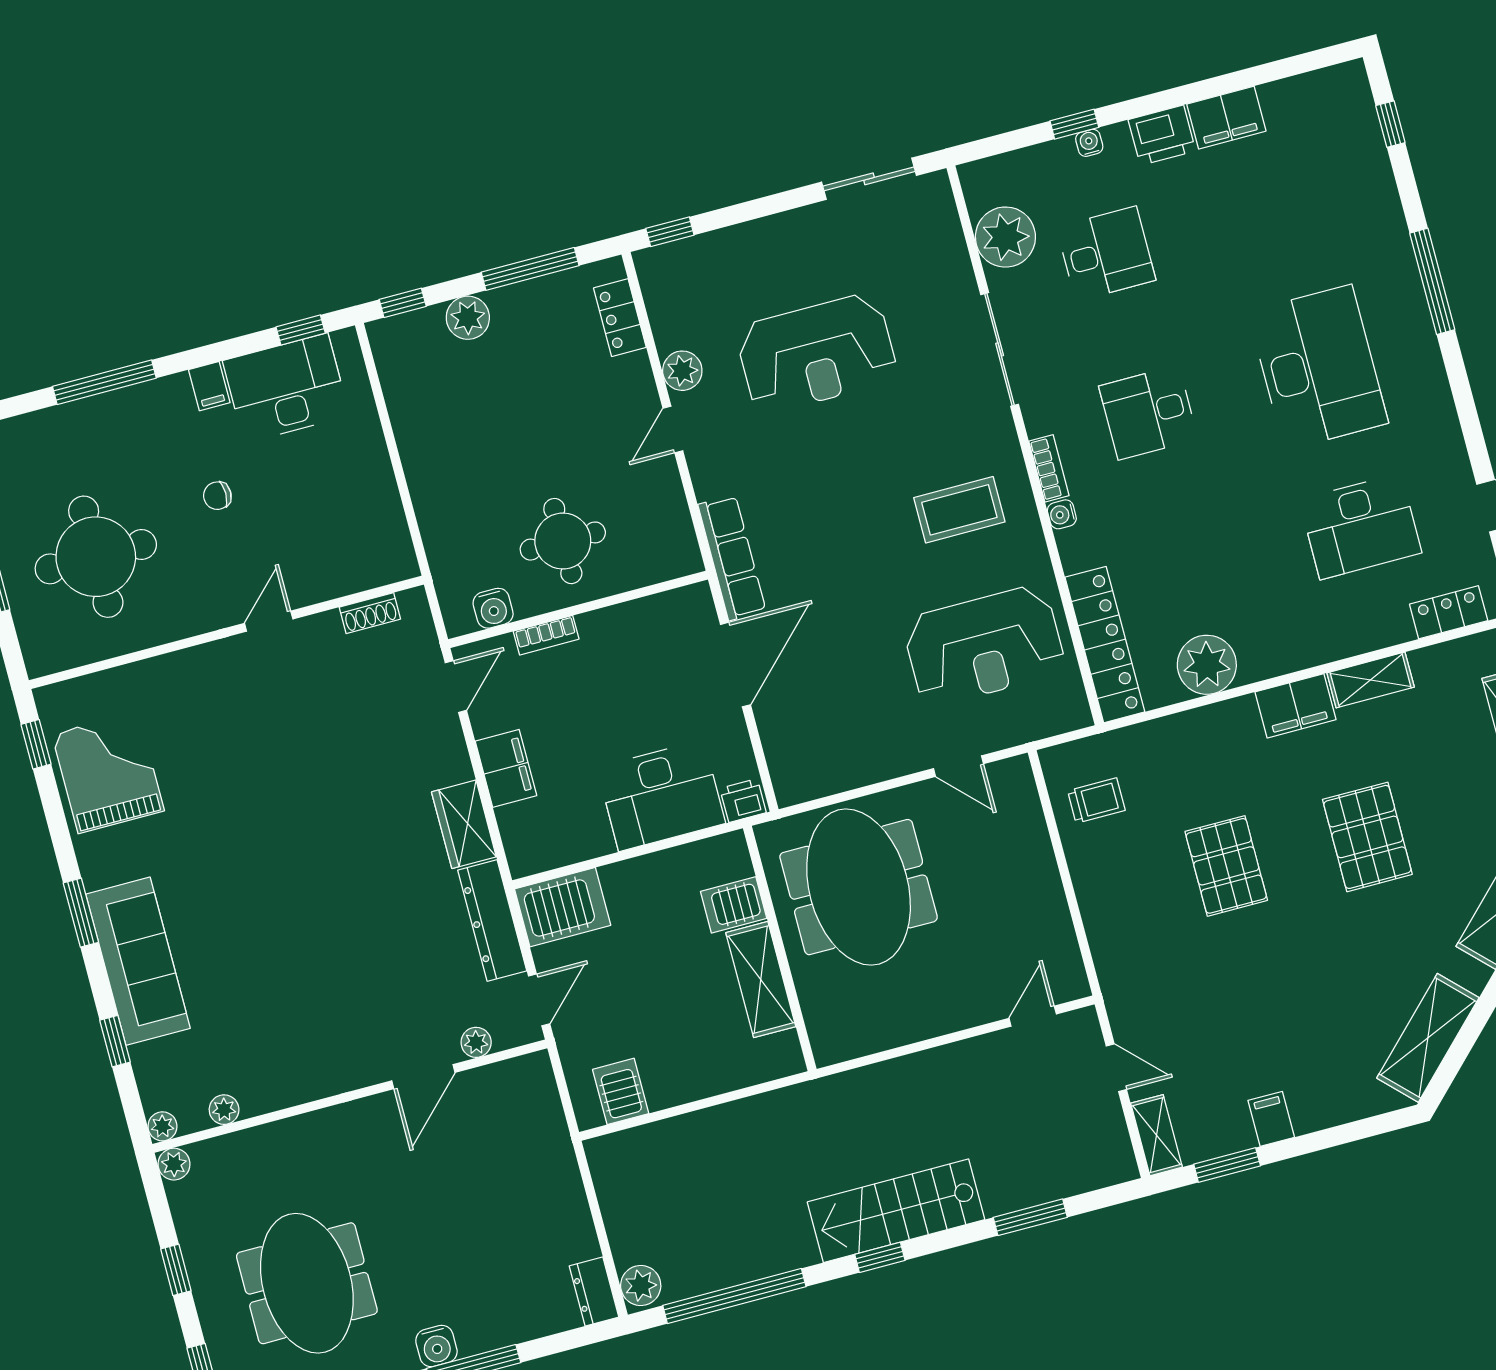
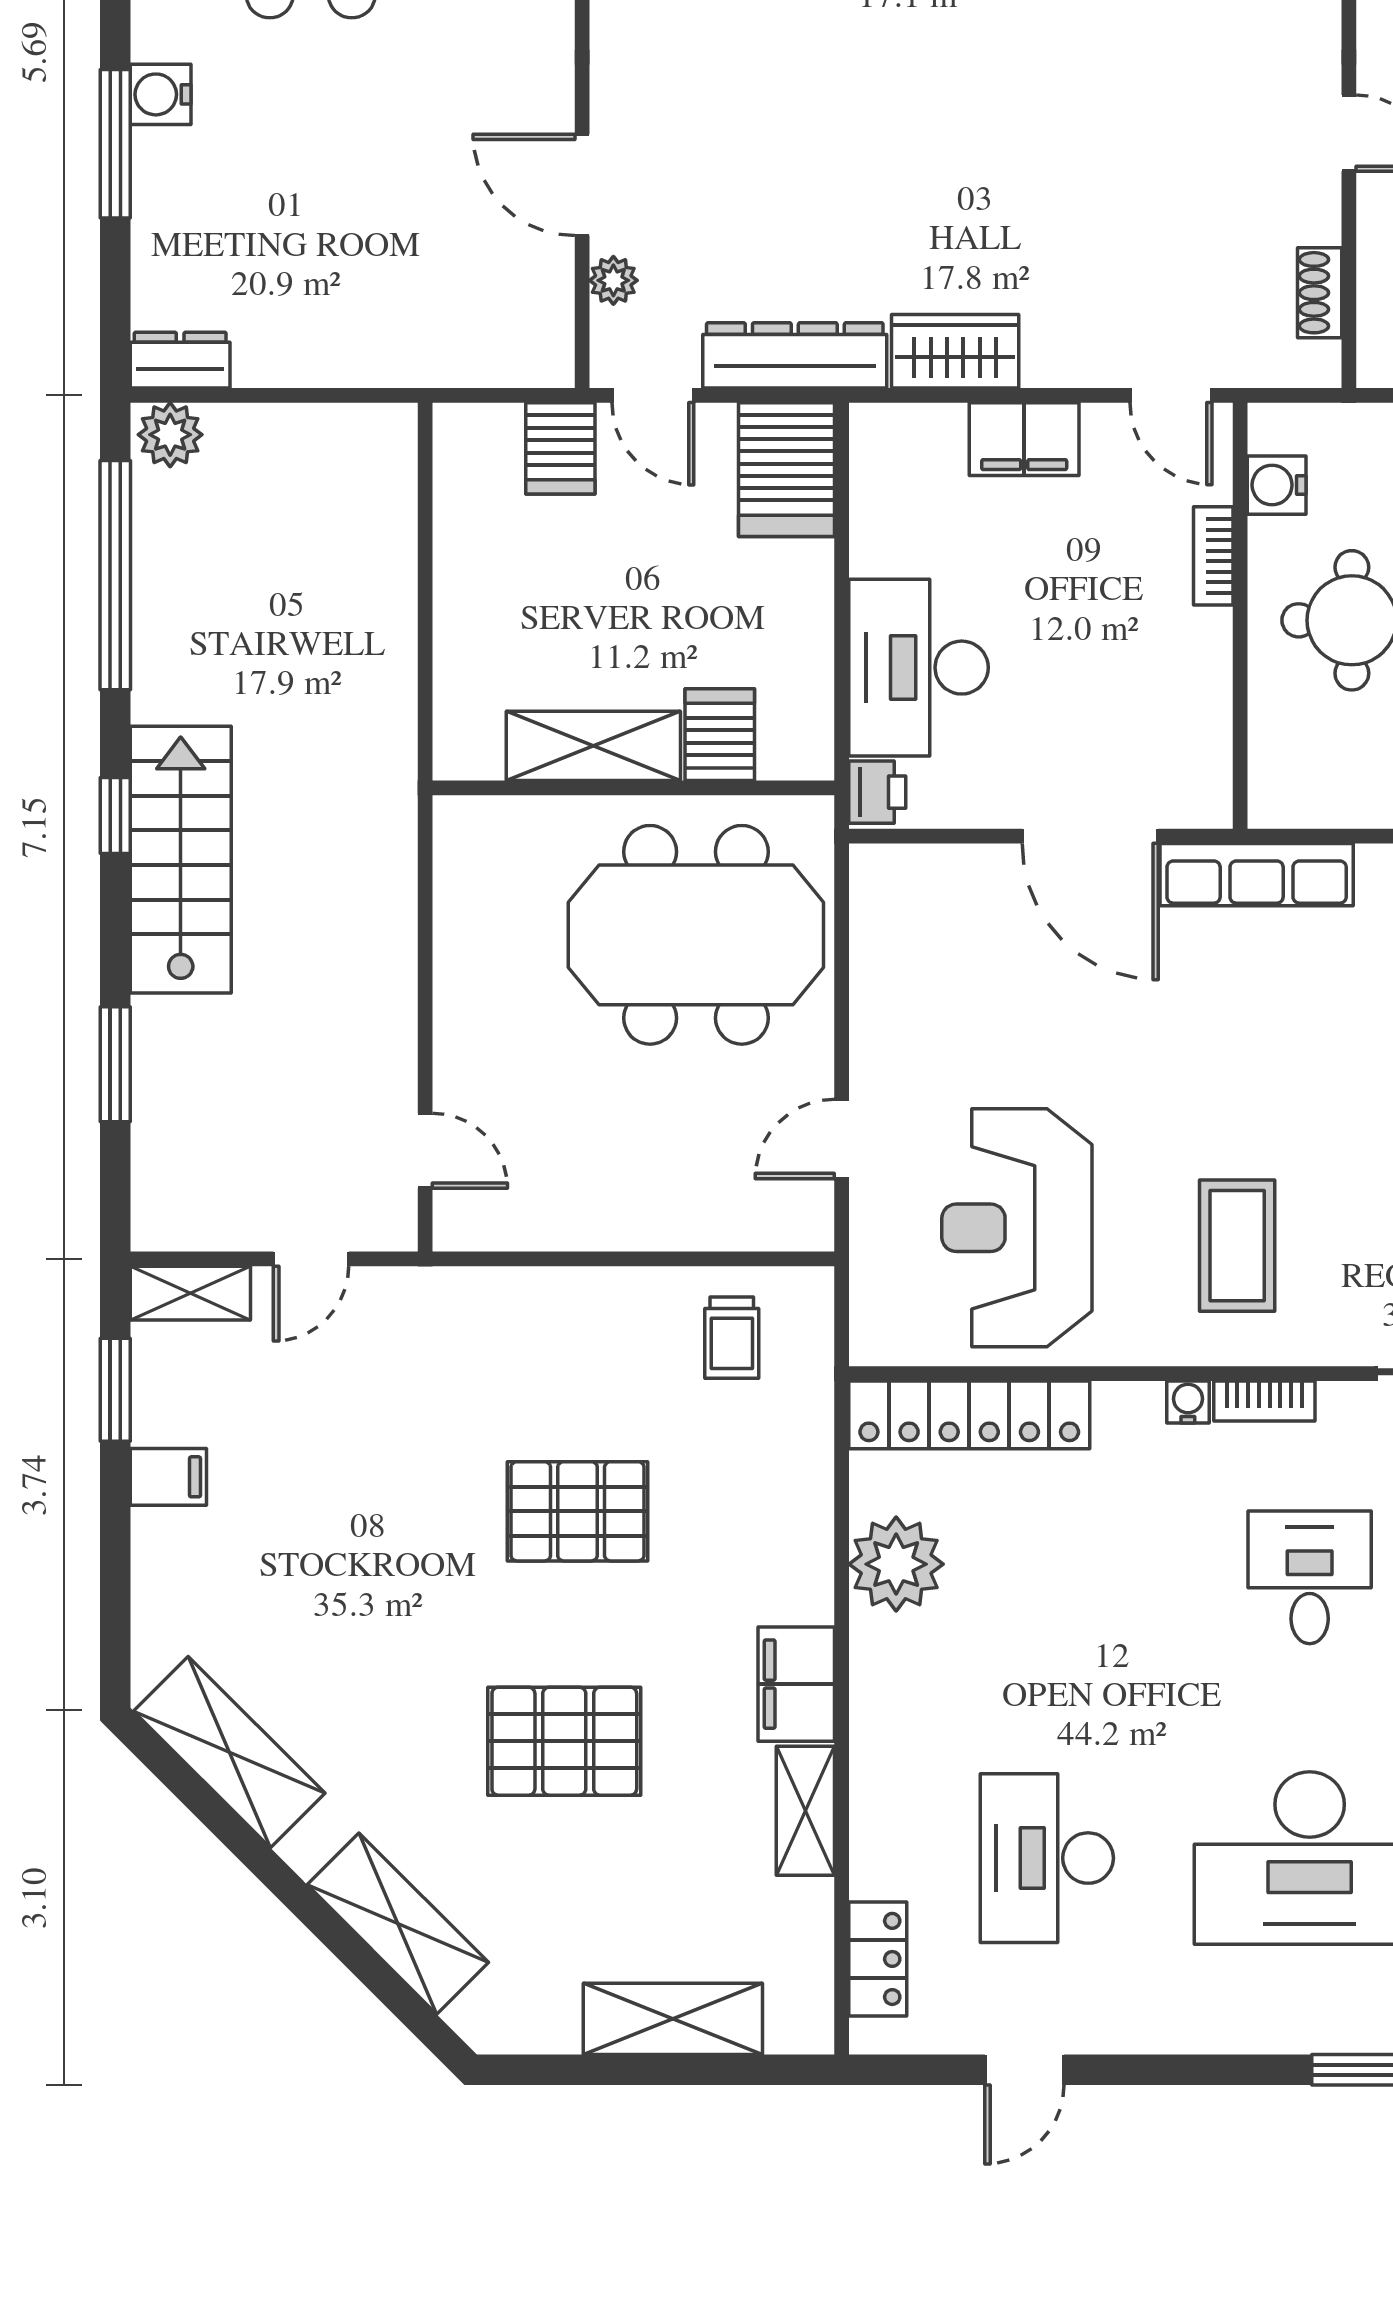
server rack: (621, 1091) -> (560, 448), moved, turned 90

